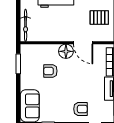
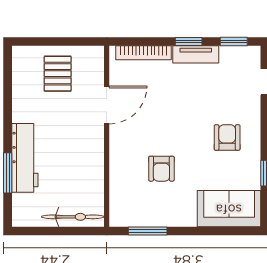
floor lamp: (66, 51) -> (123, 138), removed
armchair: (80, 109) -> (227, 137), moved

